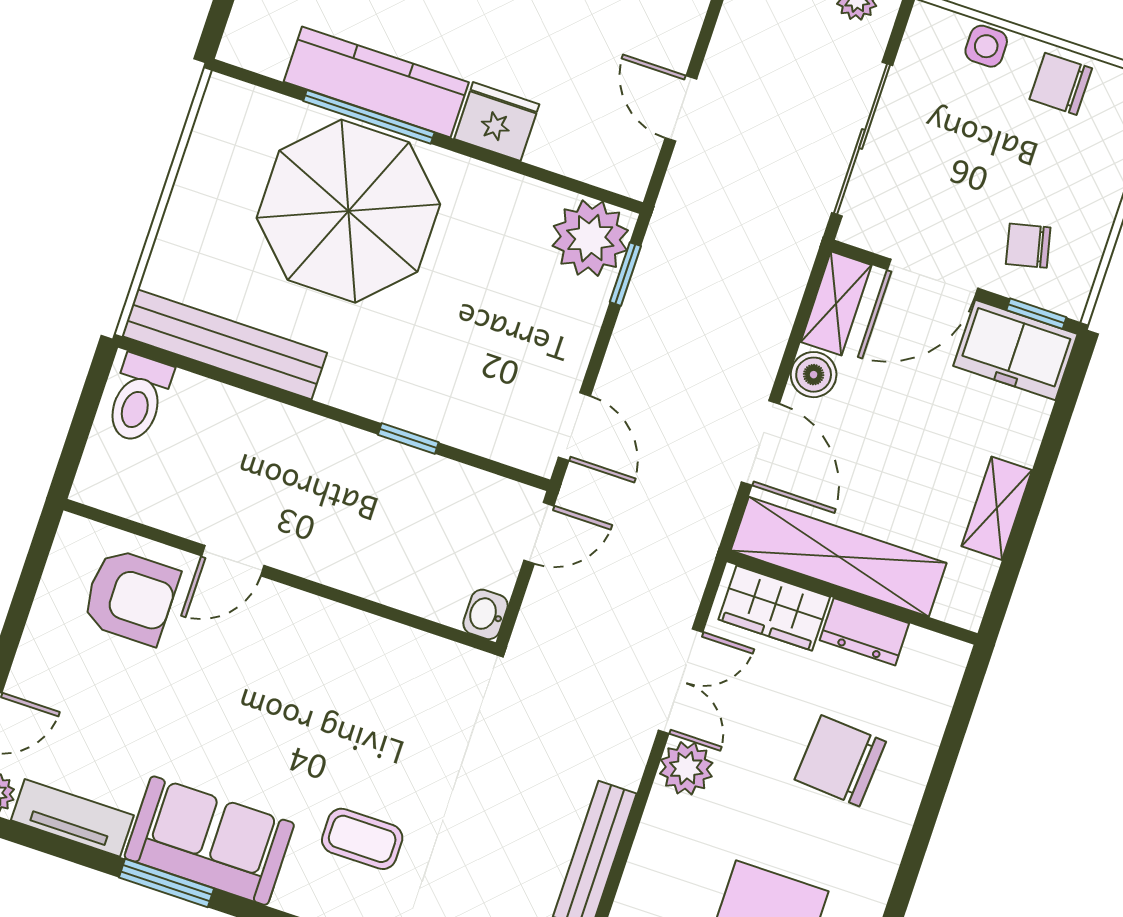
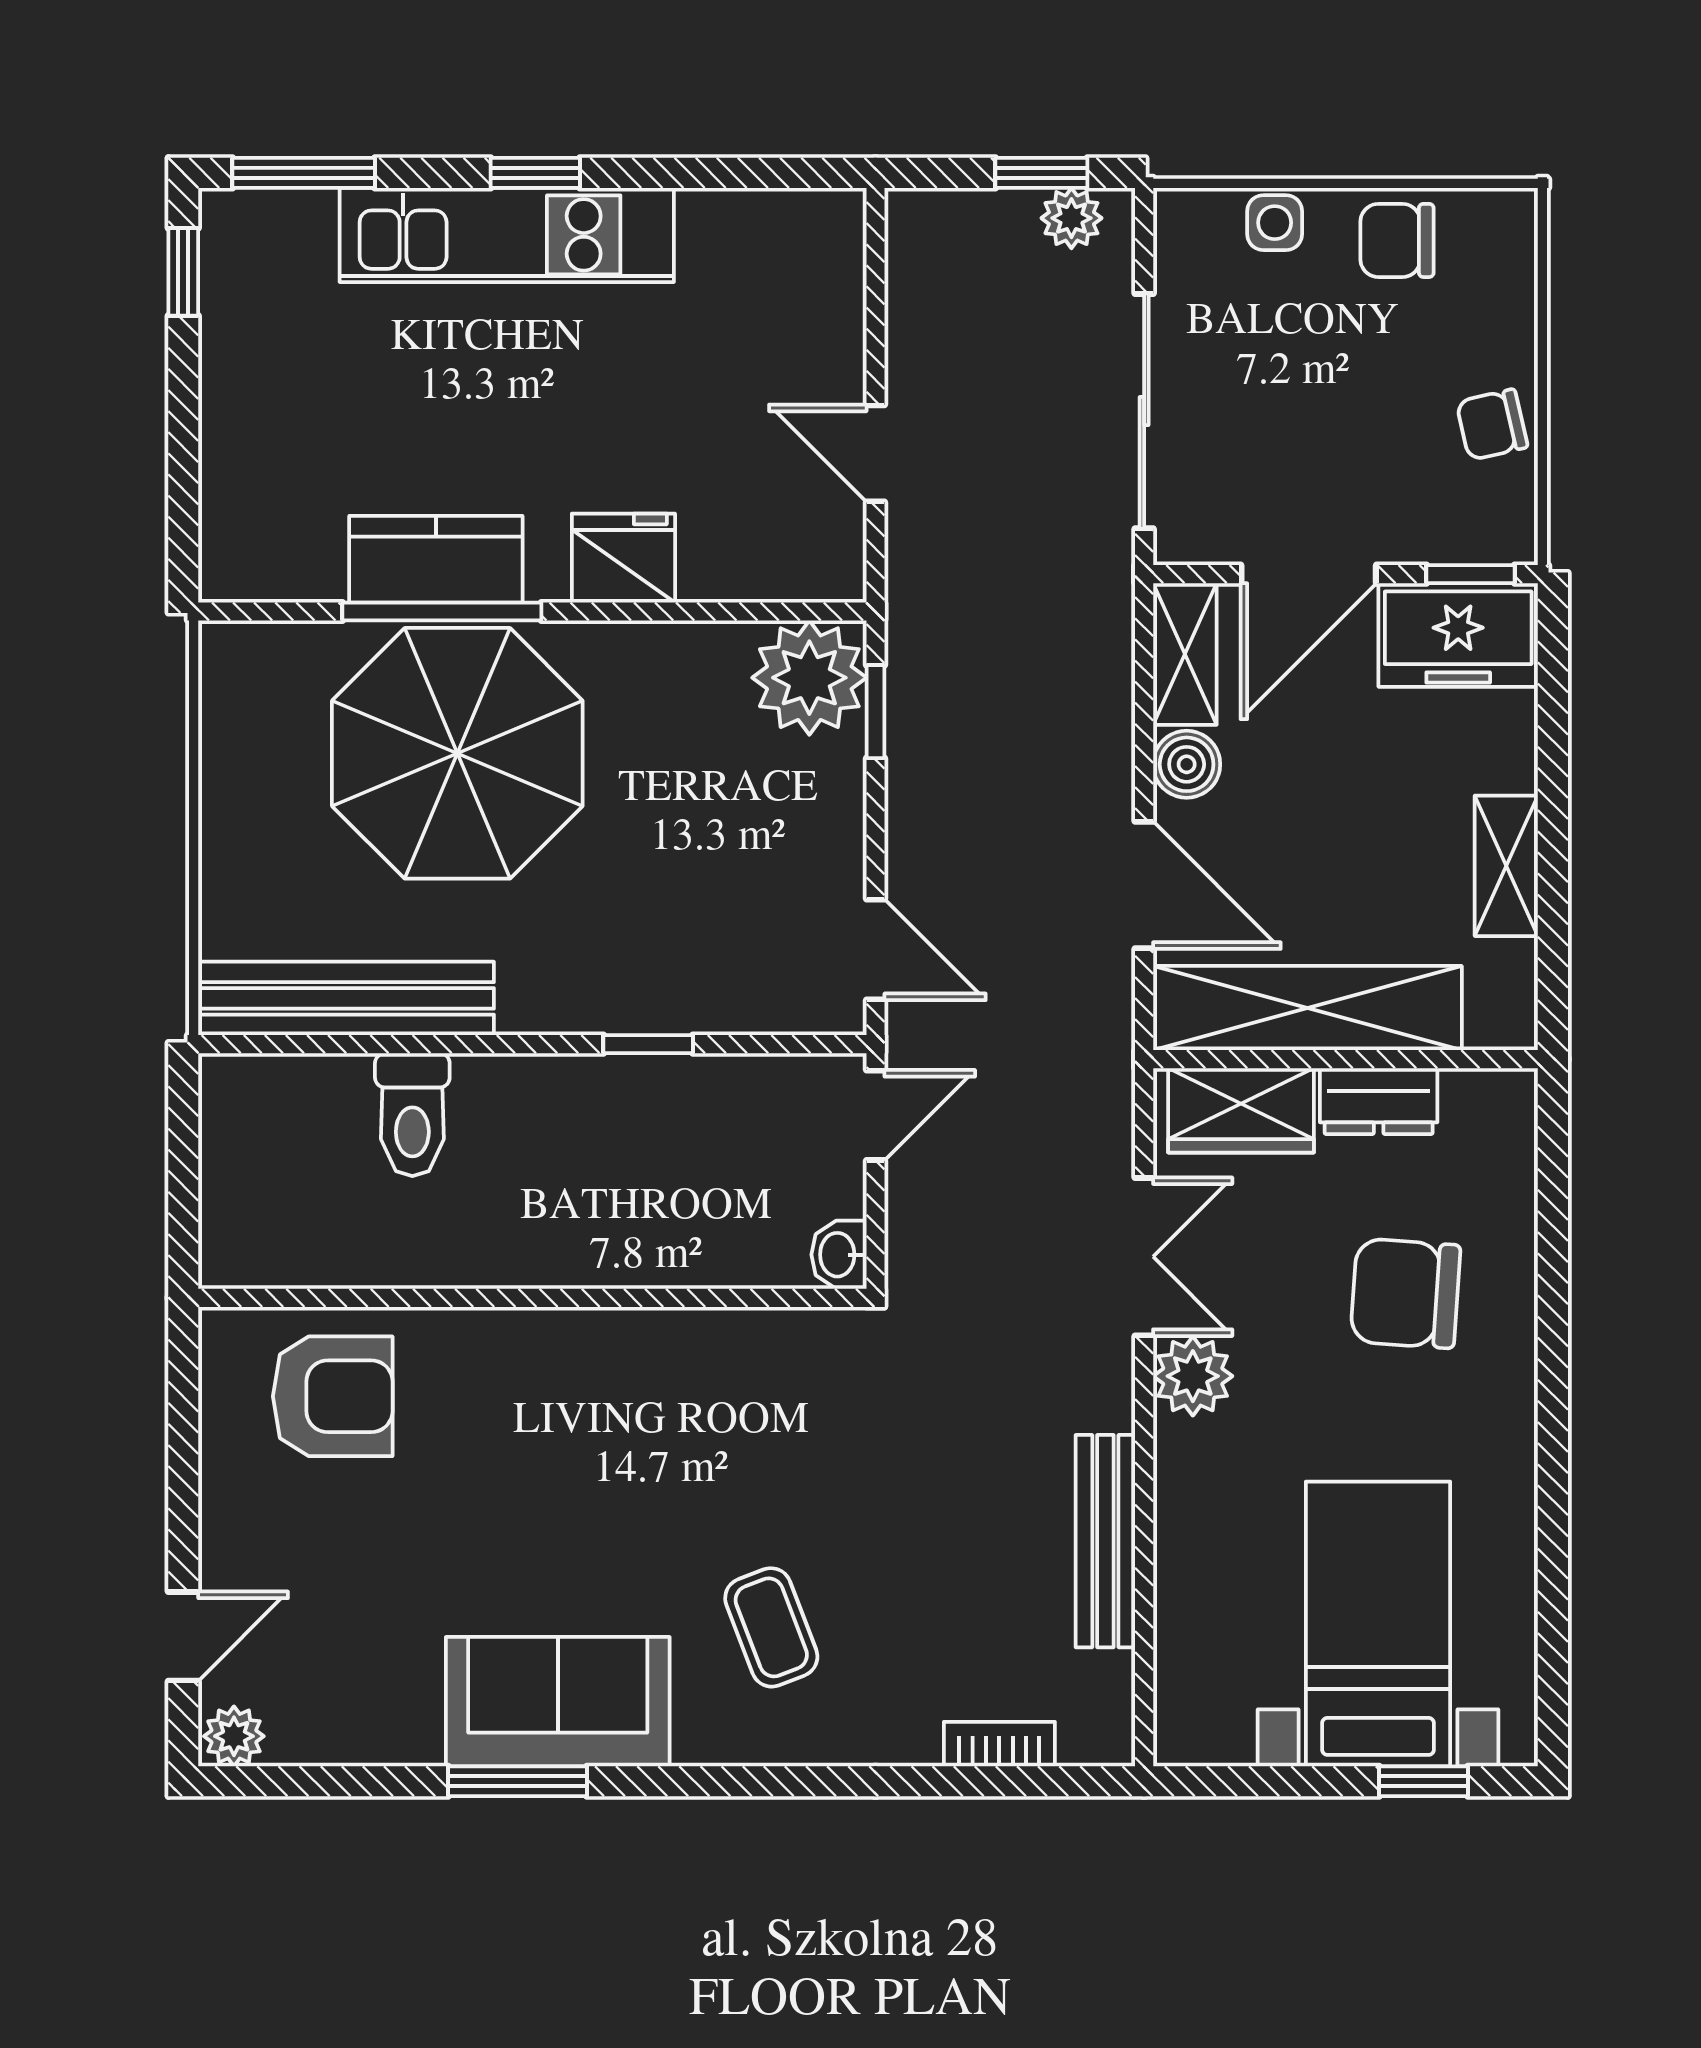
kitchen counter: (376, 82) -> (436, 559), width x0.67
chair: (1028, 246) -> (1492, 425), moved
toilet: (138, 398) -> (412, 1115), moved
door: (233, 561) -> (459, 1298), removed
tv unit: (72, 818) -> (355, 1734), removed
coffee table: (362, 839) -> (771, 1627), turned 69

